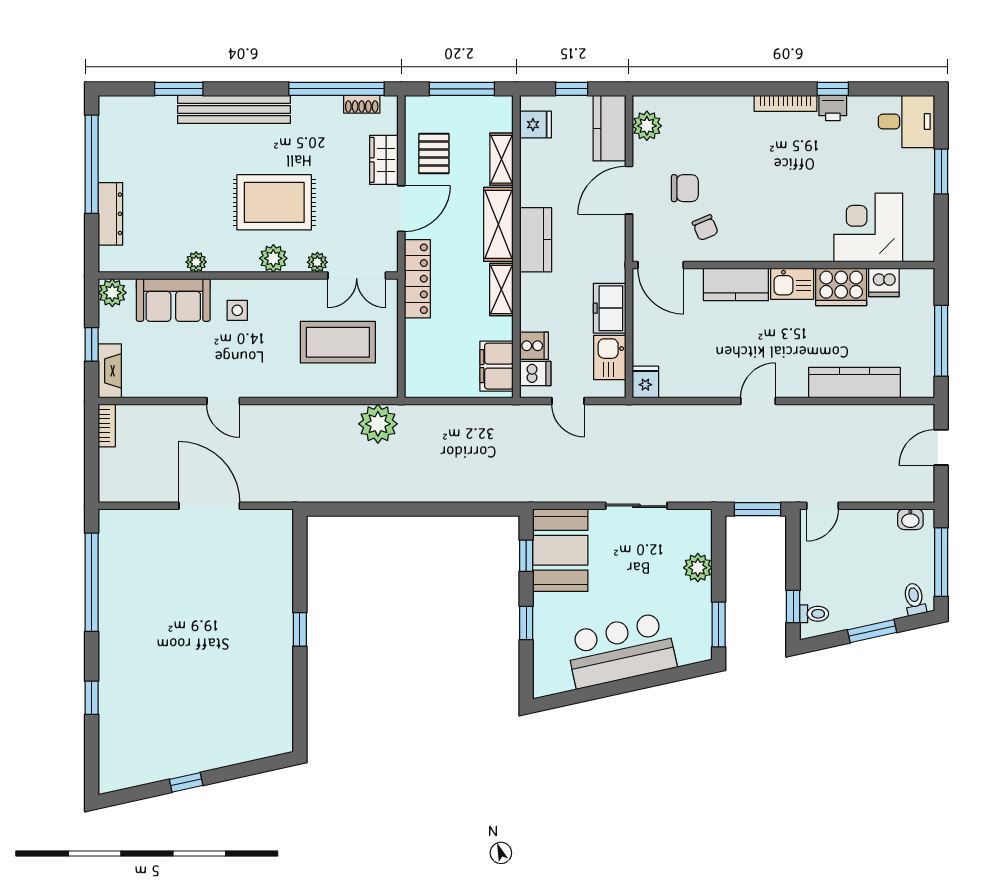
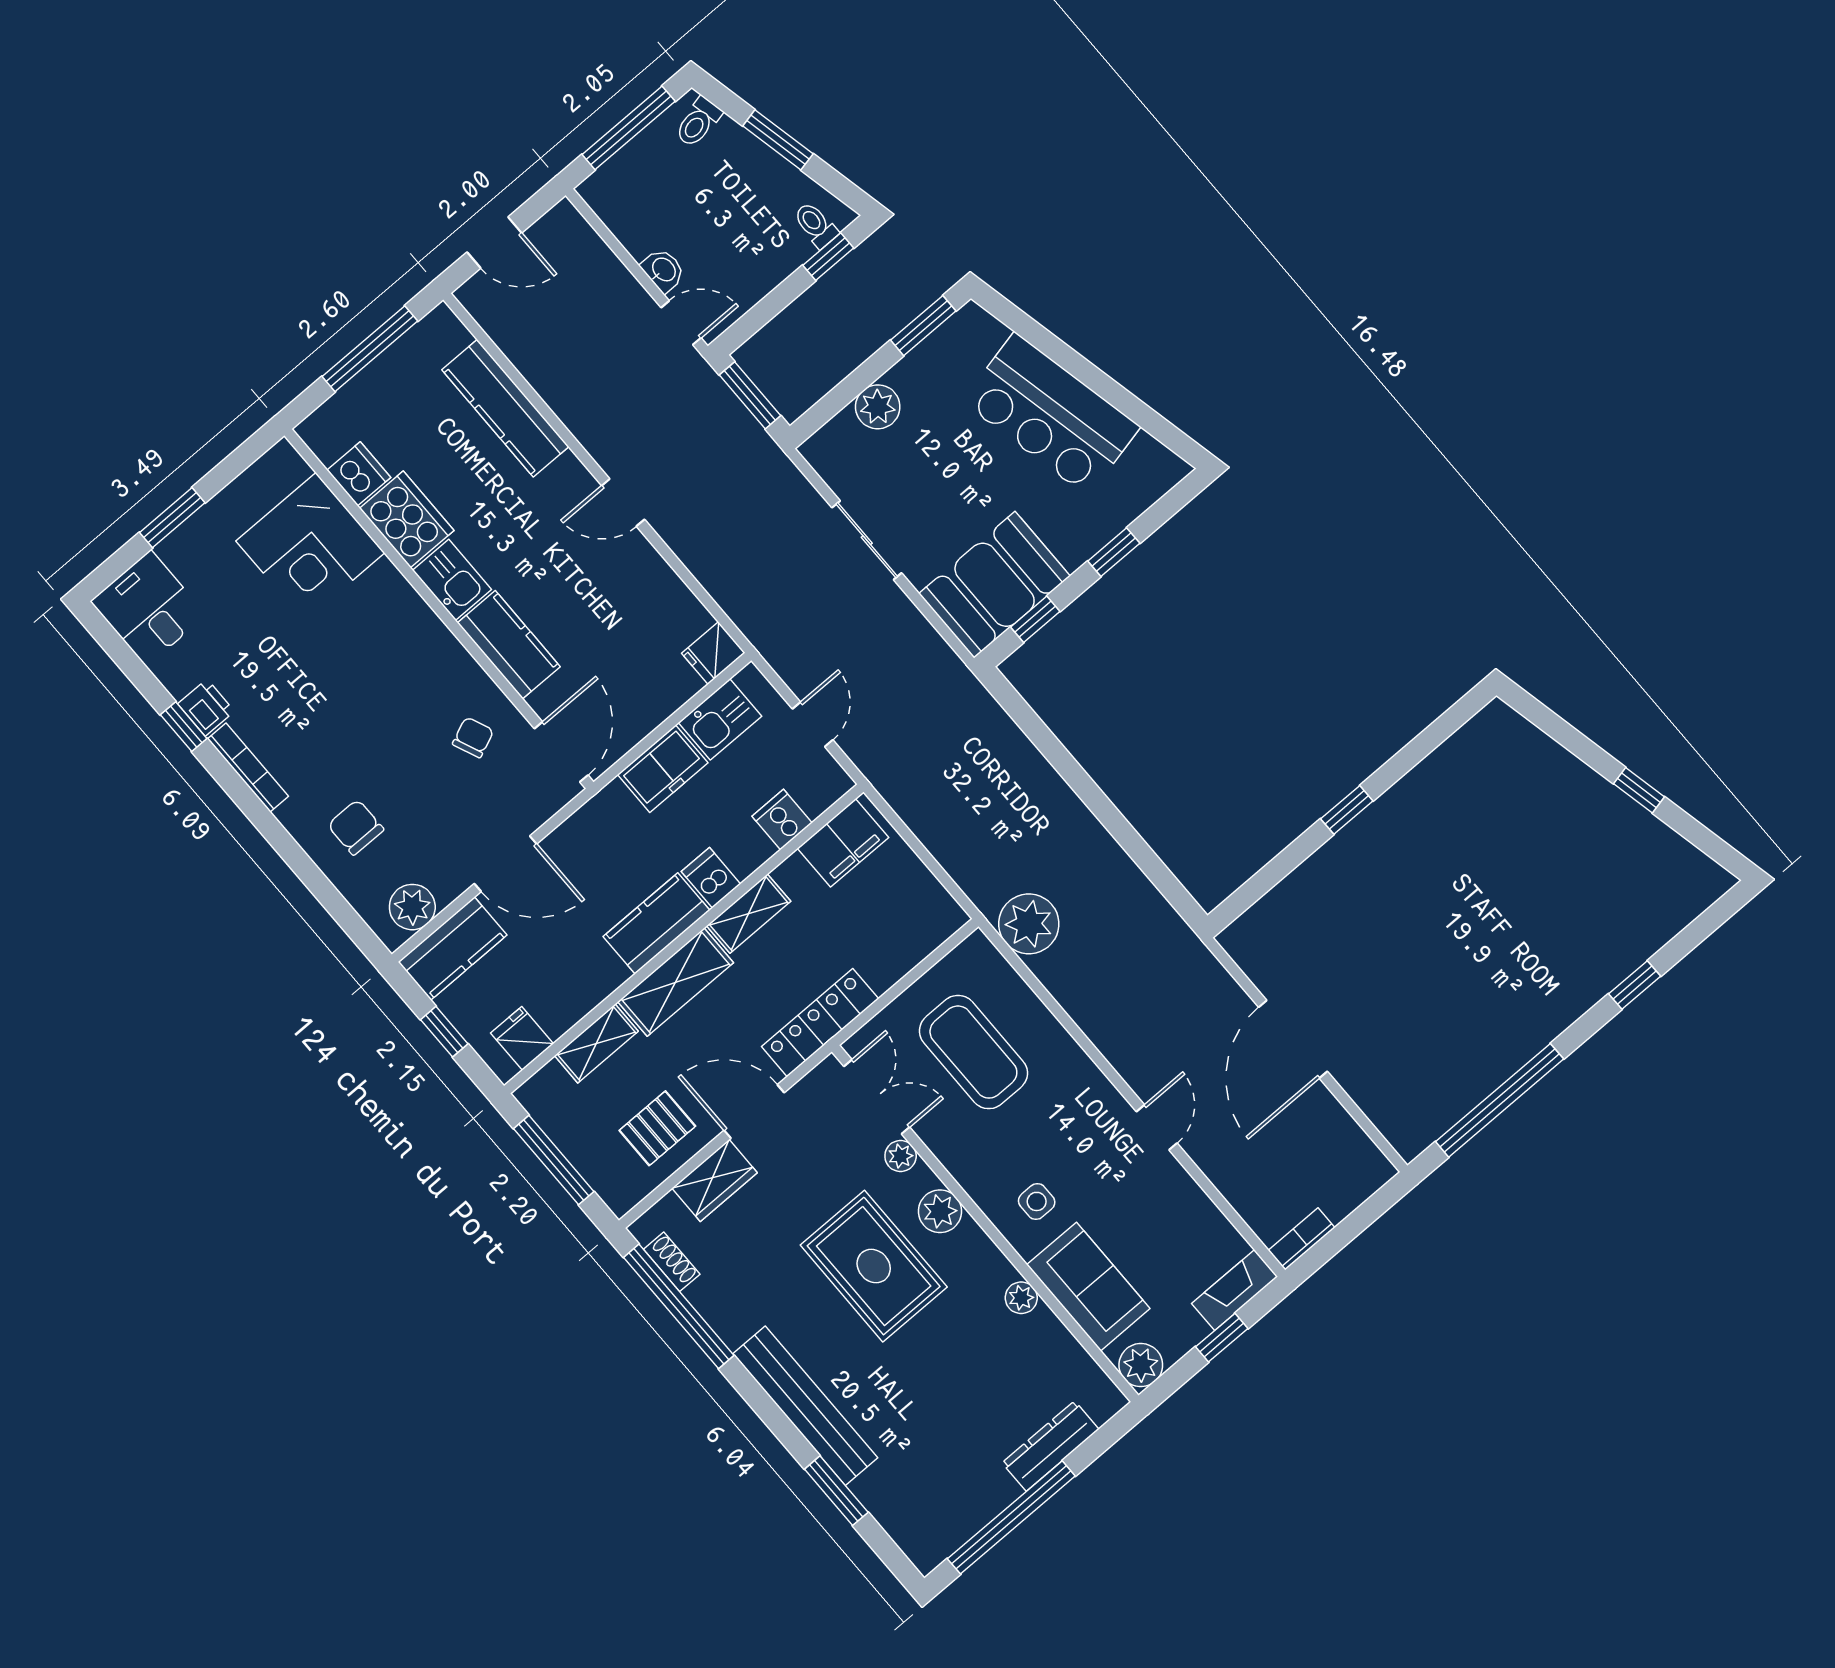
chair: (685, 188) -> (356, 827), moved
dishwasher: (535, 374) -> (711, 878), moved
washbasin: (910, 519) -> (663, 270), moved

